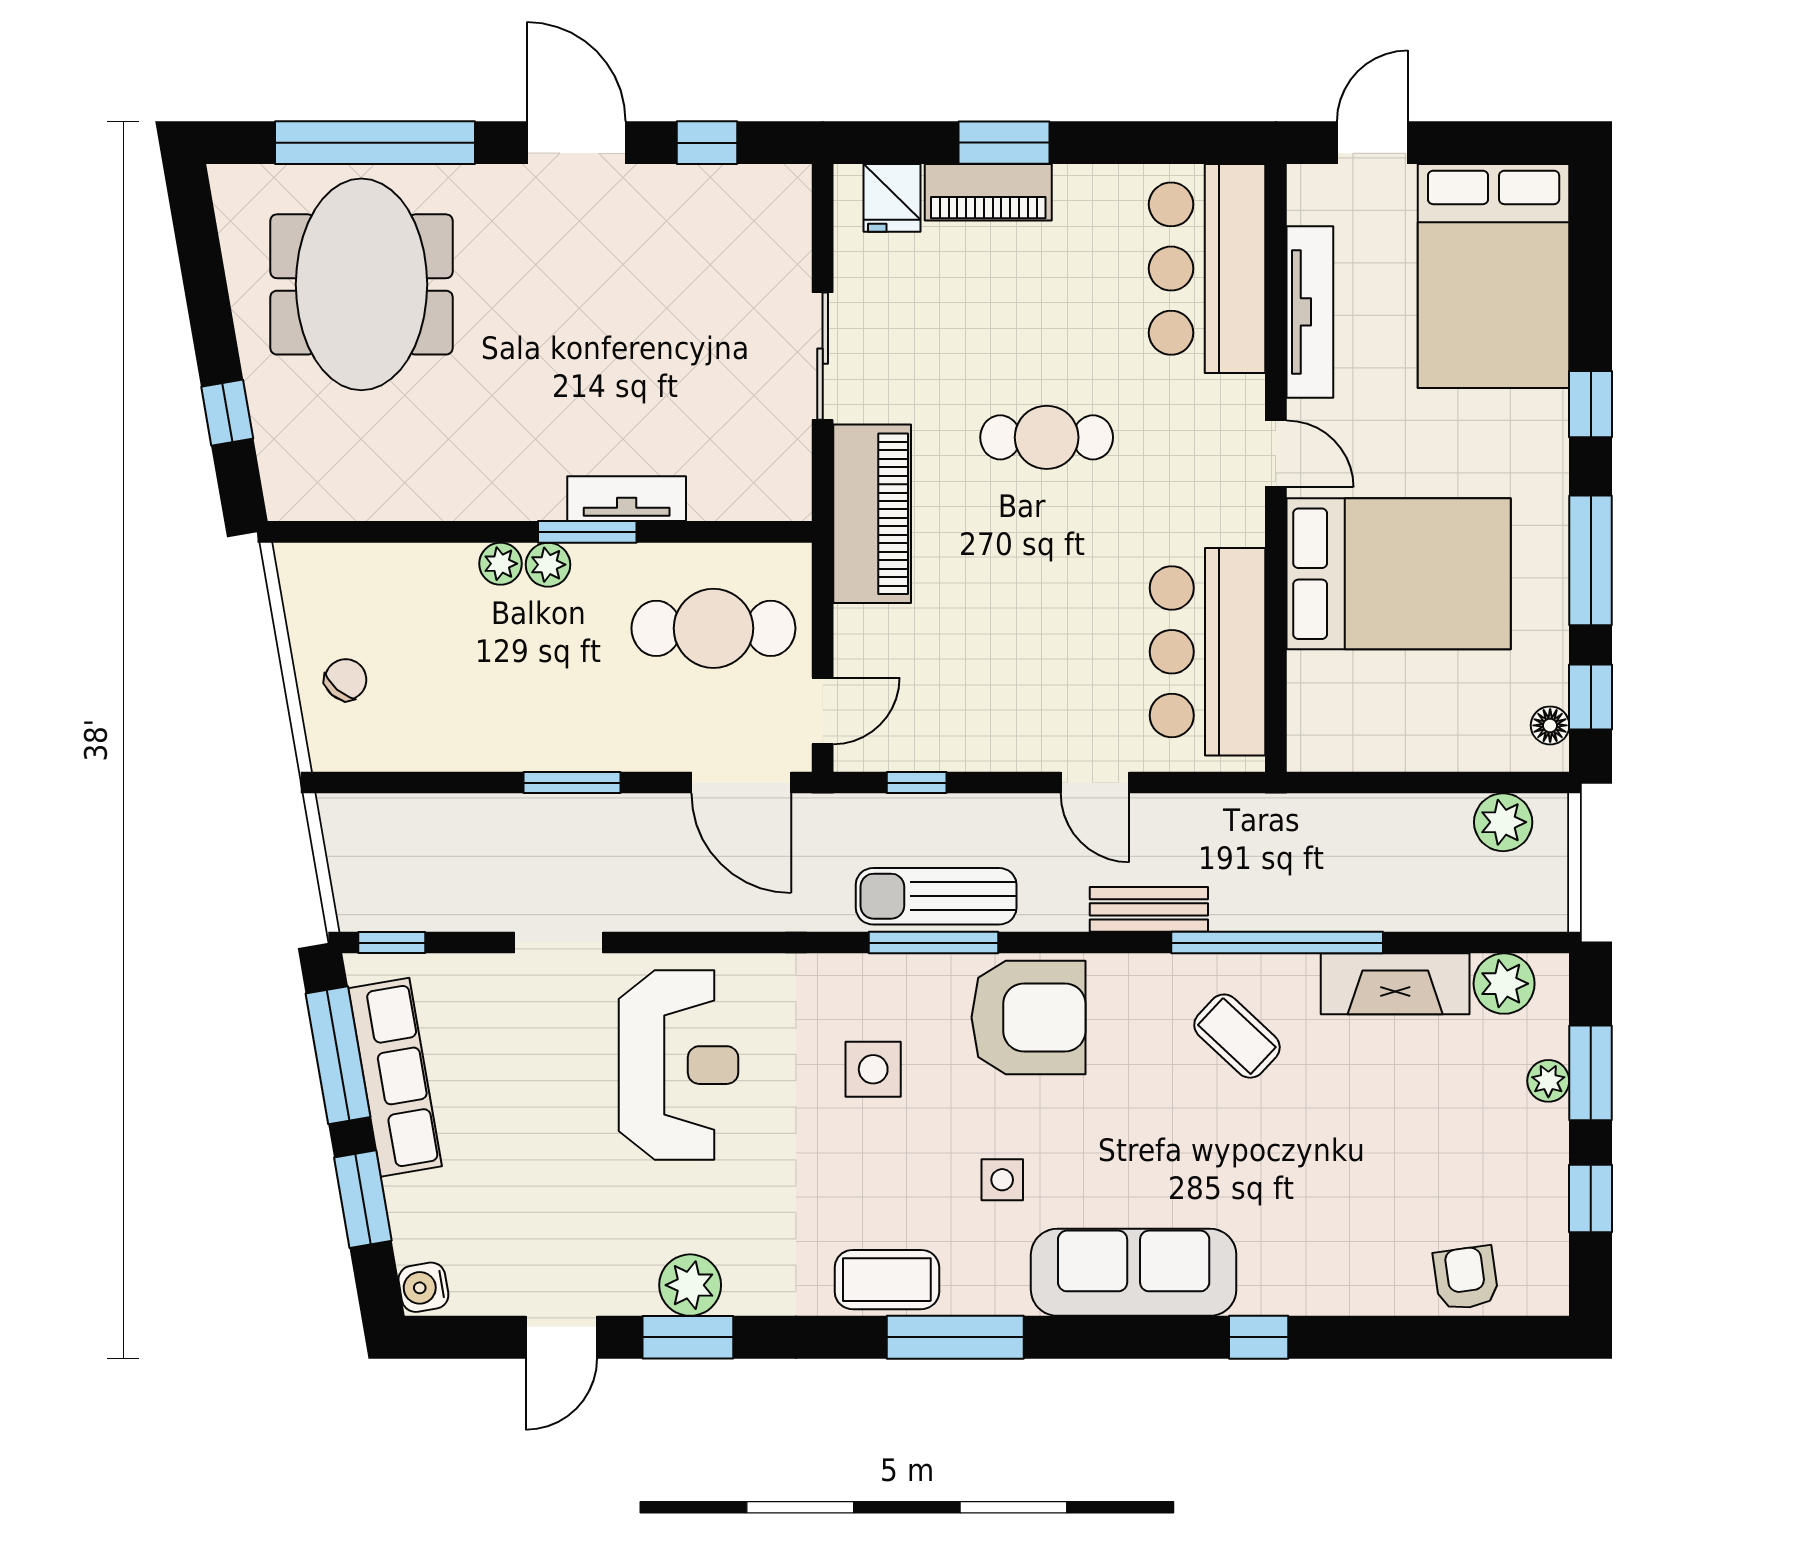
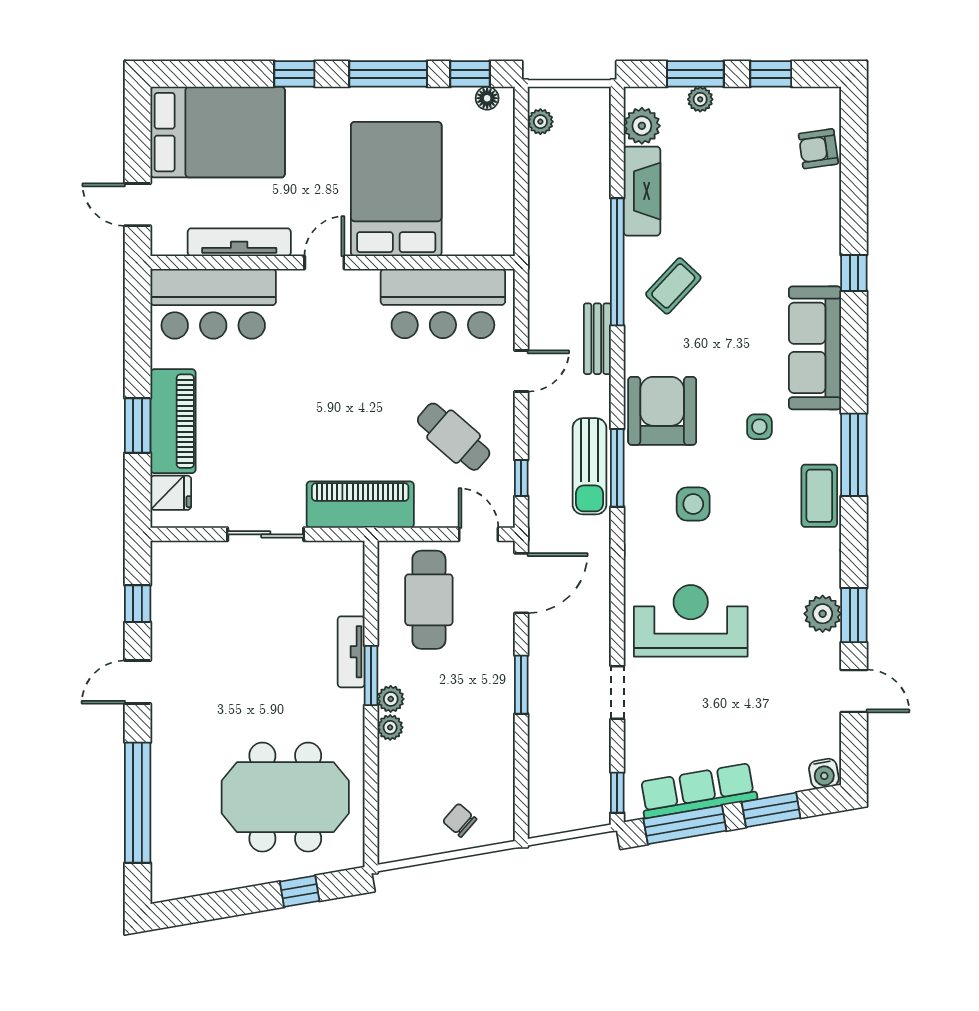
door: (576, 143) -> (138, 682), width x0.73
piano: (988, 192) -> (173, 421), width x1.37, depth x1.33
meeting table: (361, 284) -> (285, 797), moved
cafe table: (1047, 437) -> (454, 437), moved, turned -49
plant: (1503, 822) -> (540, 122), width x0.73, depth x0.73

